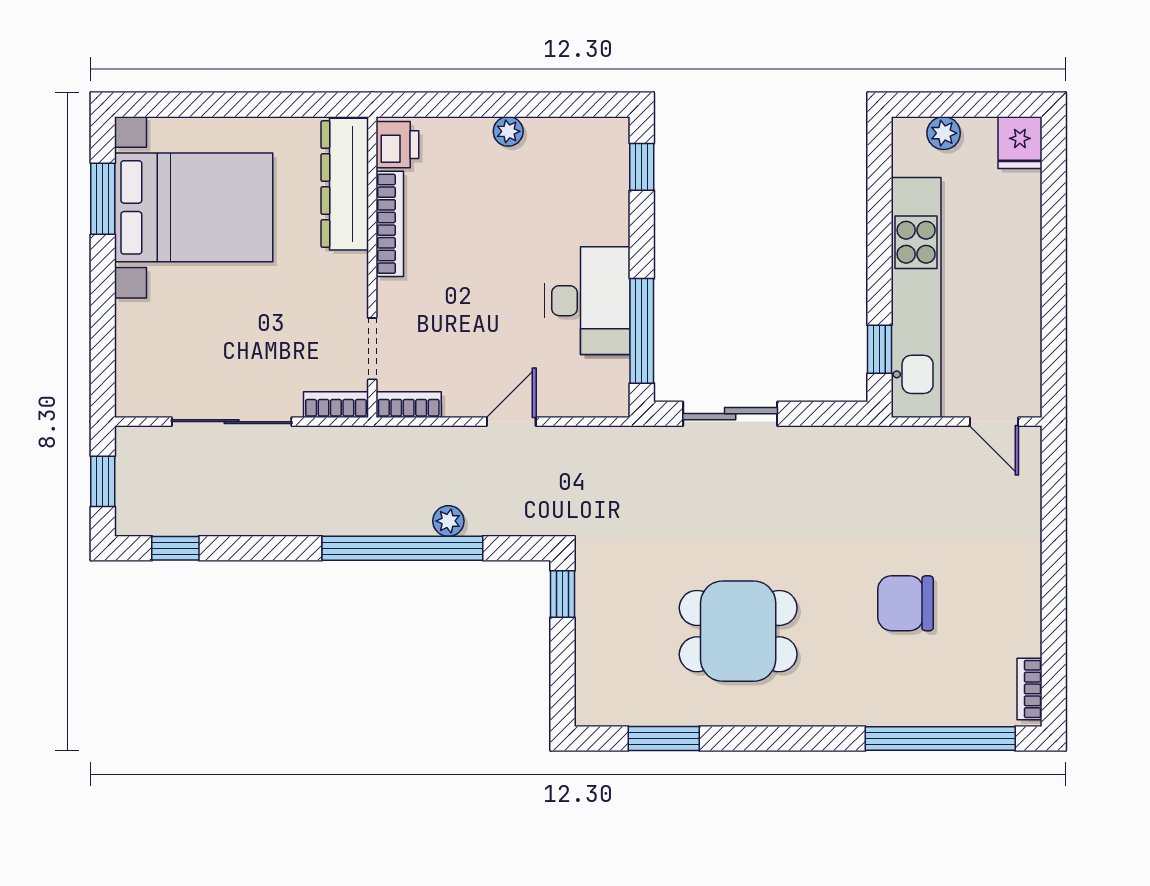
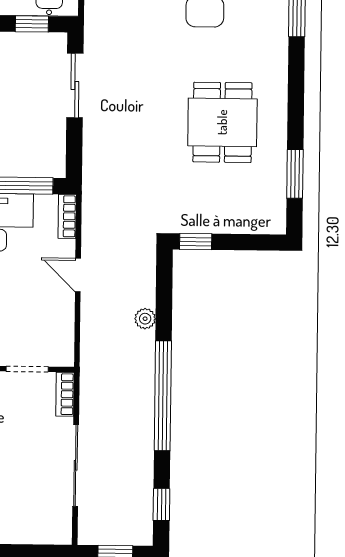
bookcase: (409, 405) -> (67, 216), moved
sliding door: (730, 414) -> (75, 86), moved
window: (402, 548) -> (163, 396), moved

